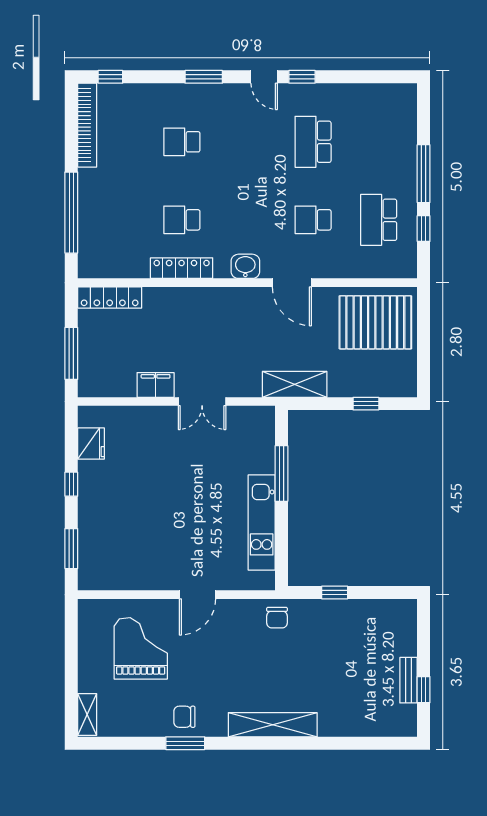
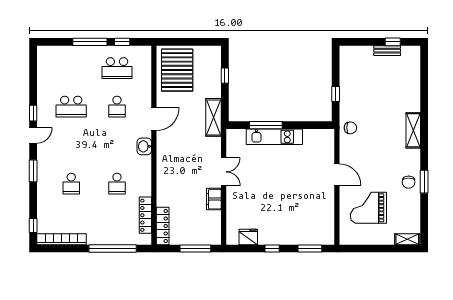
locker: (182, 268) -> (145, 215), moved
kitchen unit: (262, 523) -> (274, 137), moved
shelving: (273, 725) -> (413, 130), width x0.68

